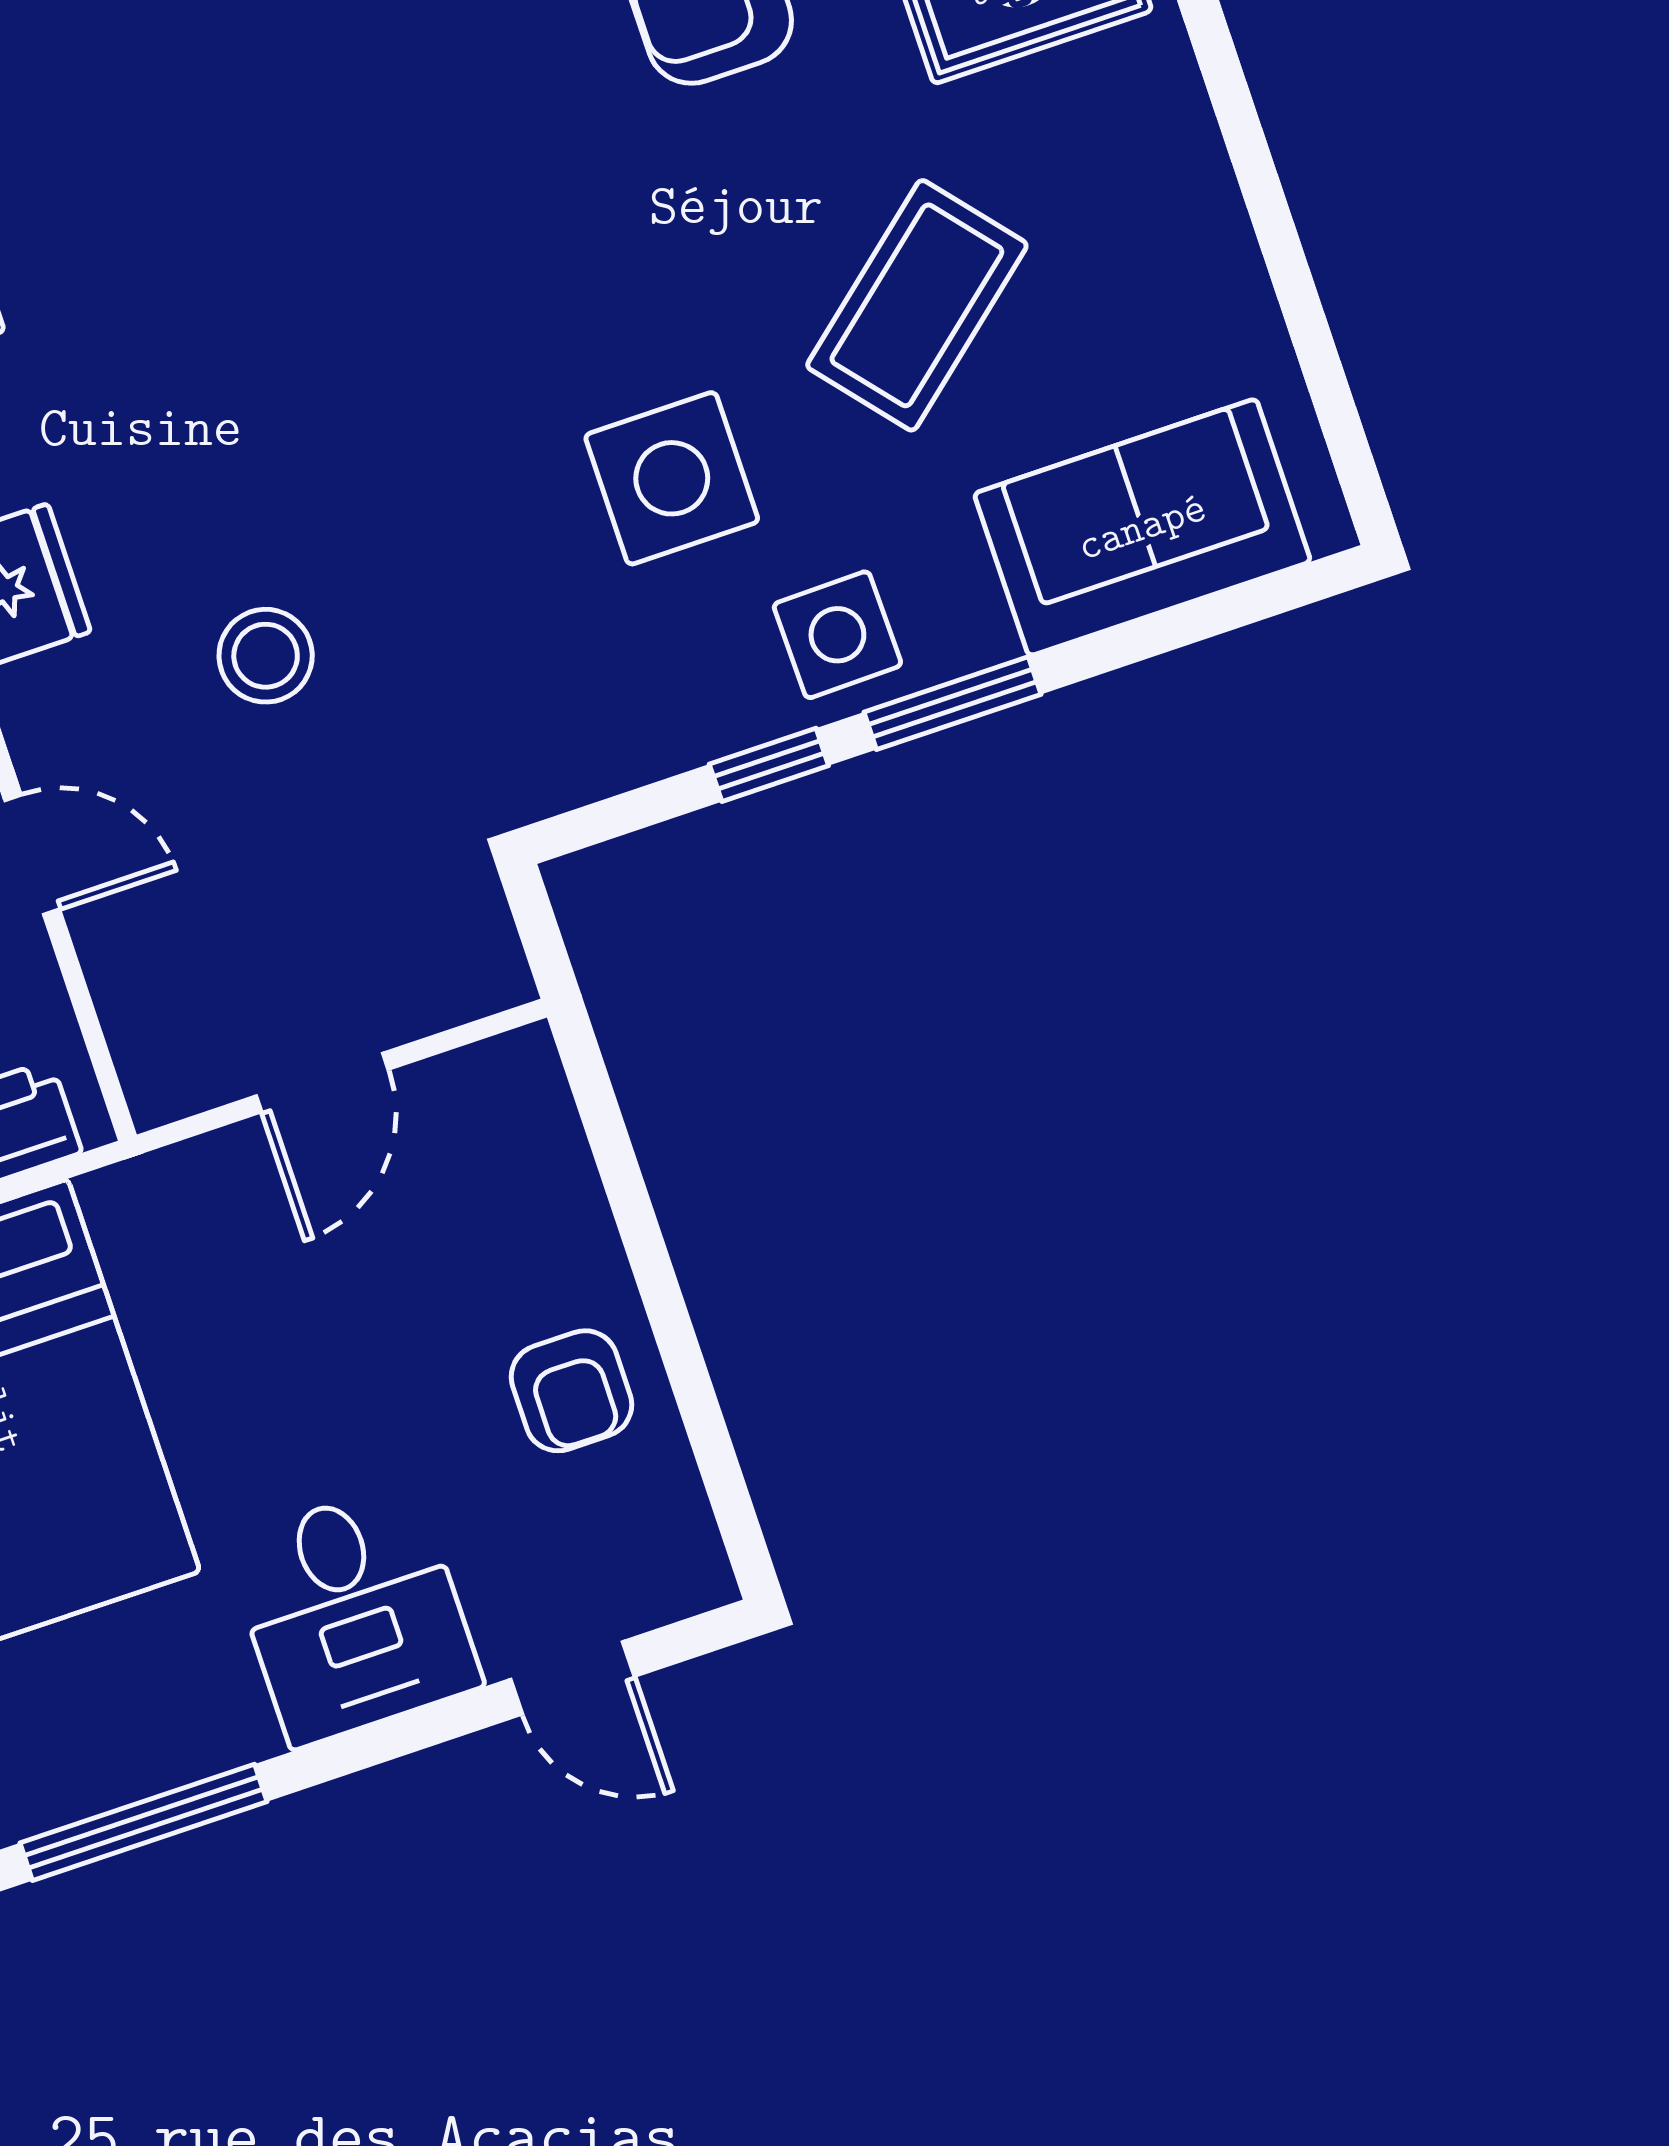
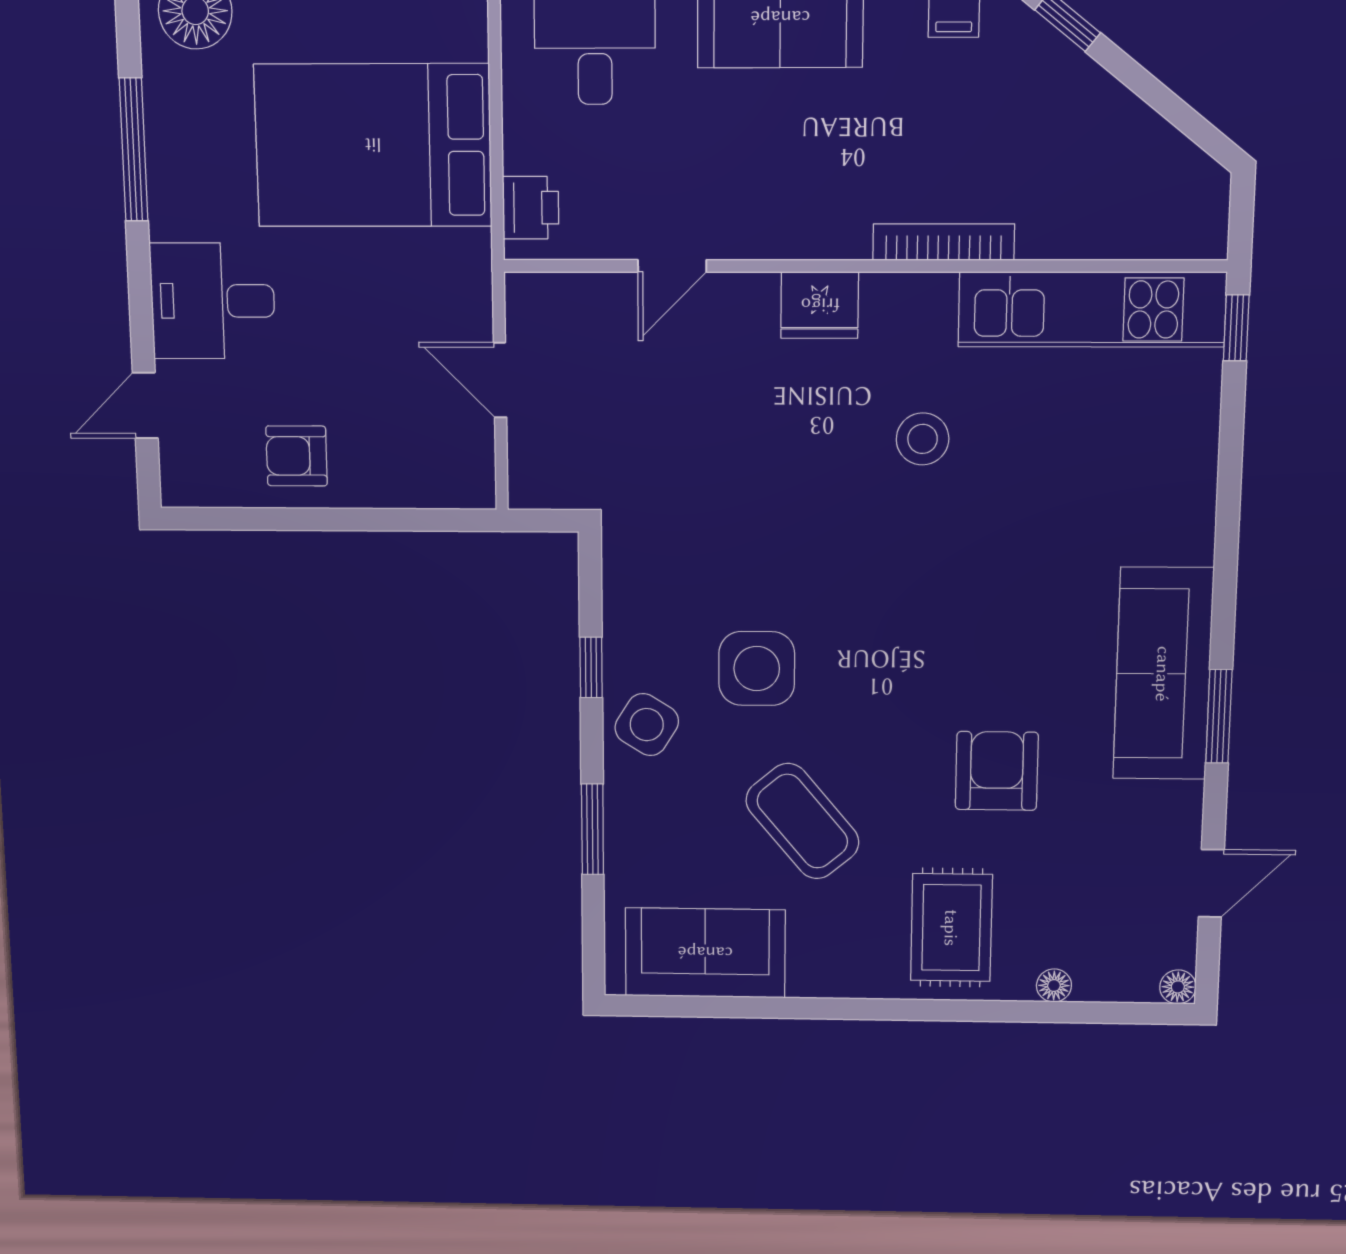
sofa: (1142, 527) -> (705, 953), moved, turned -90
side table: (837, 635) -> (647, 725), turned 33
stool: (266, 656) -> (923, 439), moved
window: (952, 703) -> (592, 829), moved

